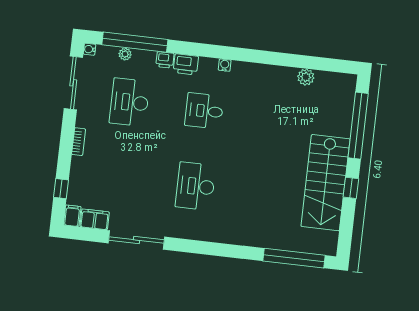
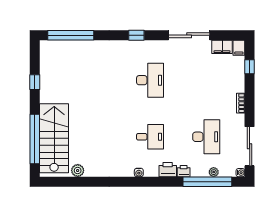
stairs: (325, 183) -> (54, 138), moved
window: (351, 188) -> (35, 82), moved
window: (207, 248) -> (136, 35), added

